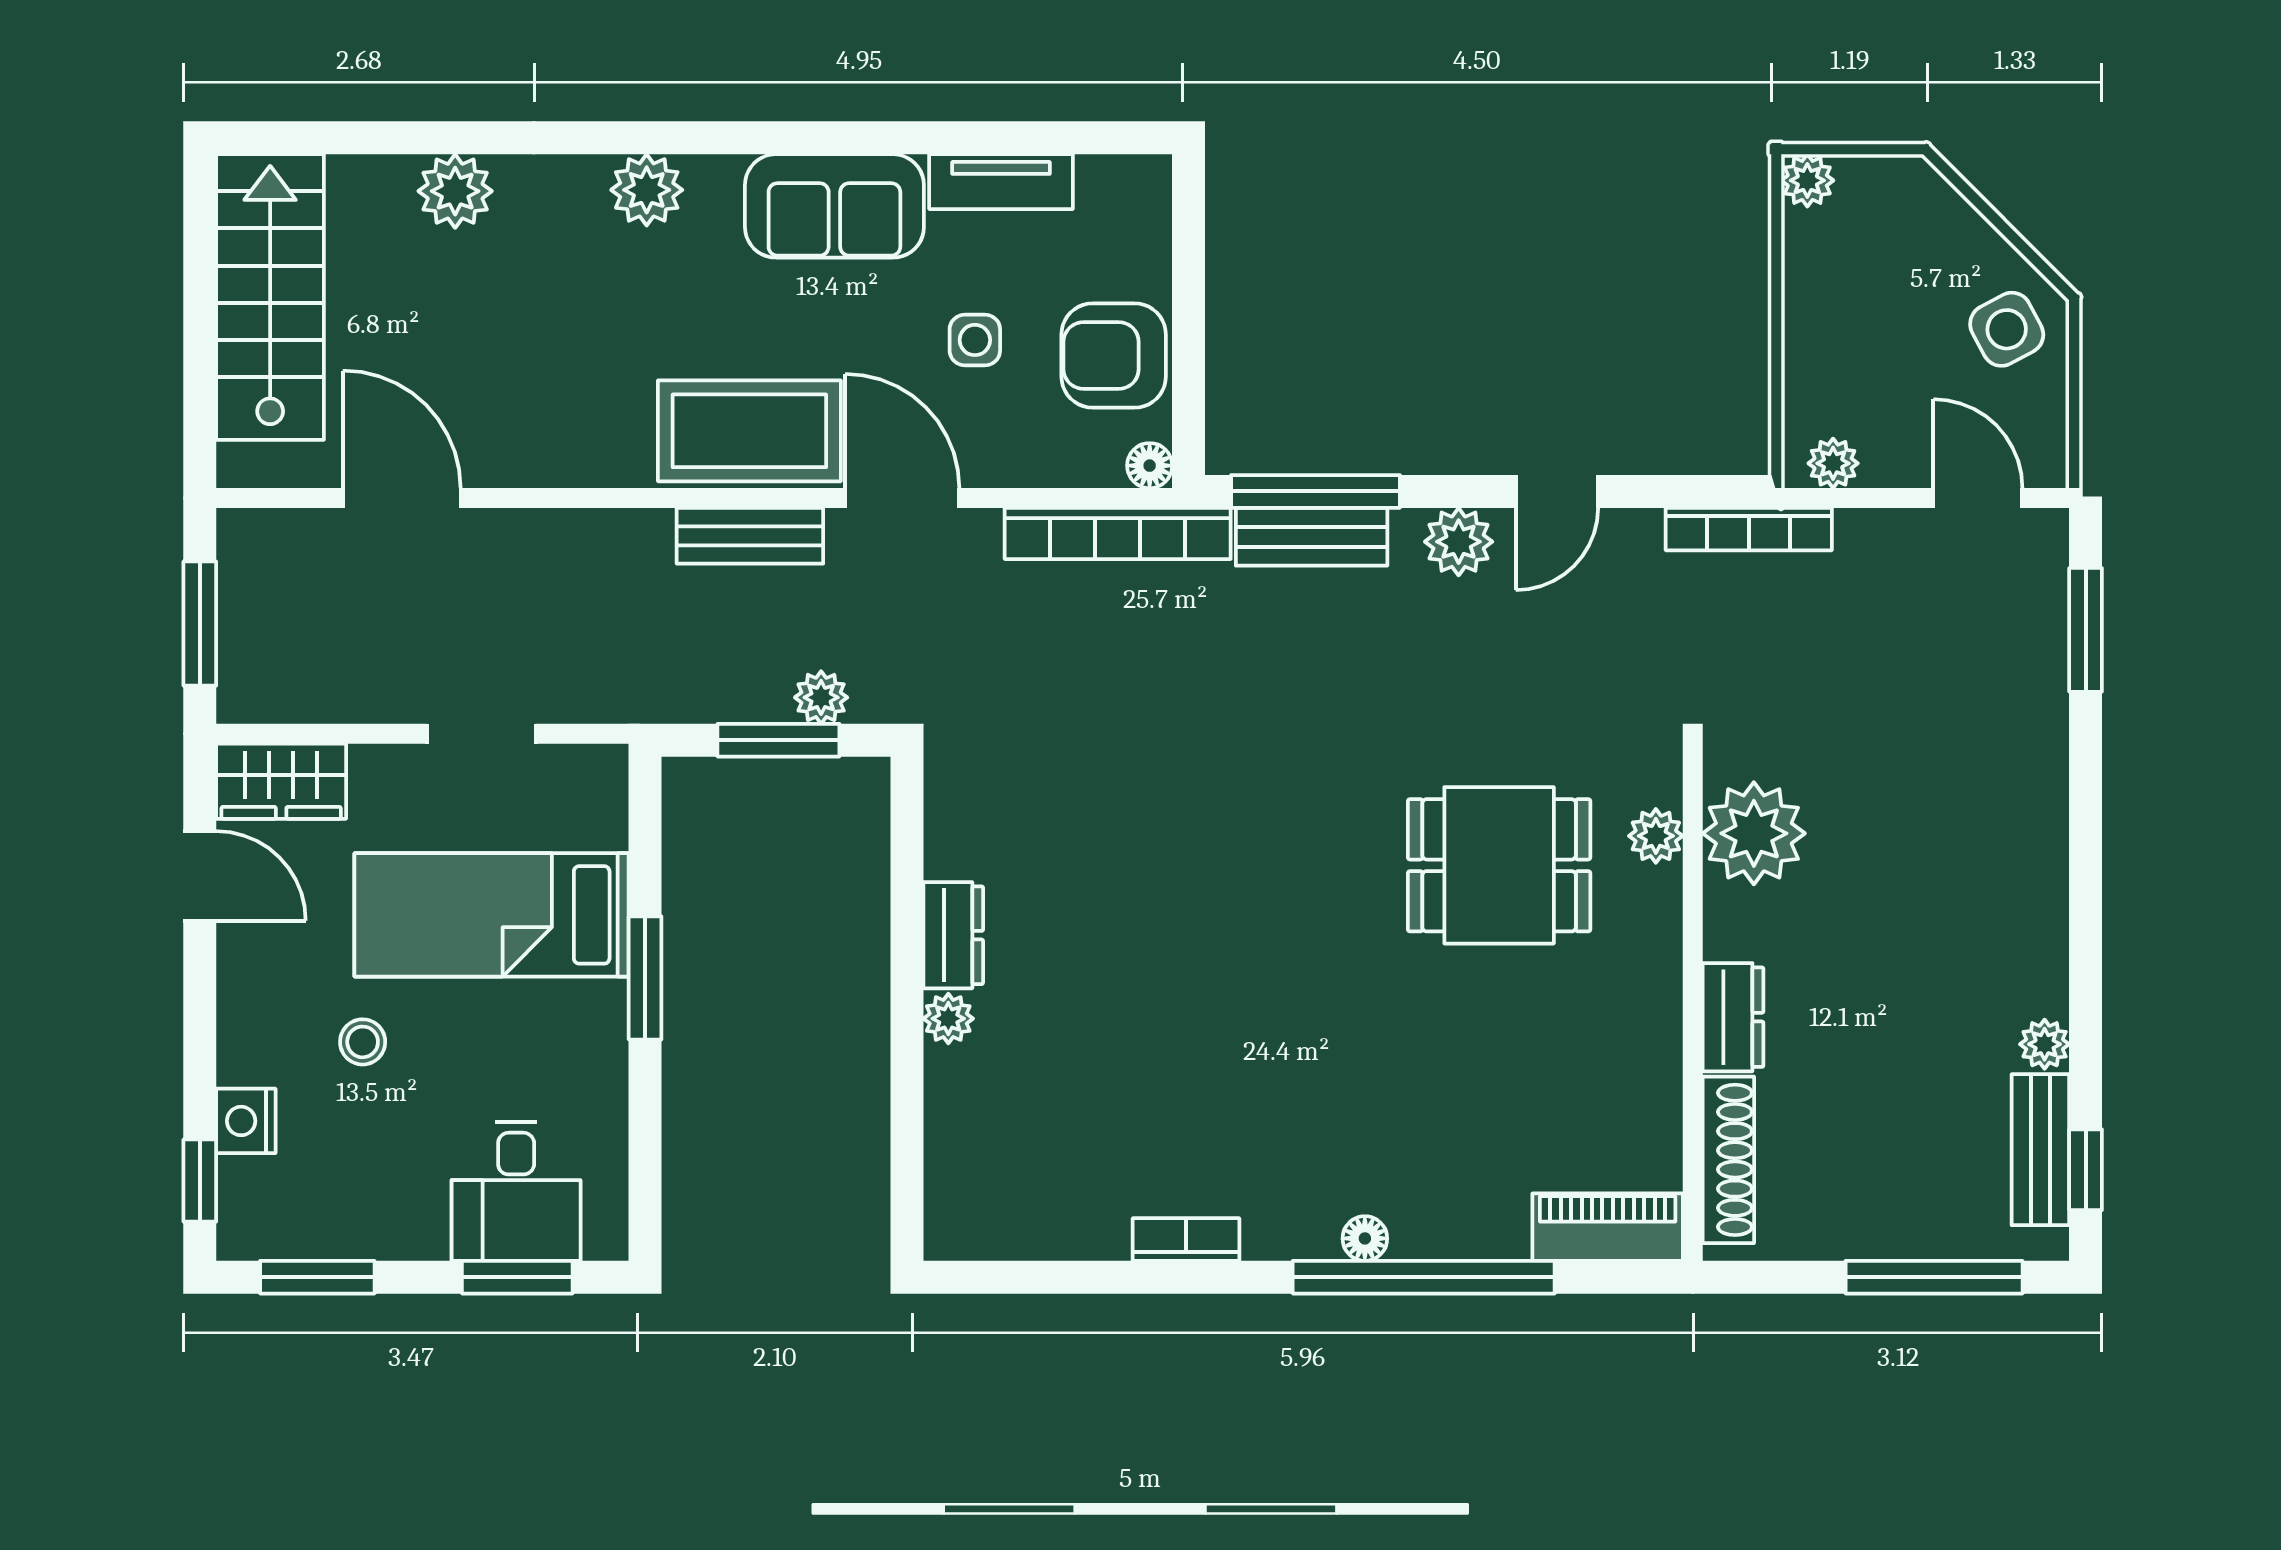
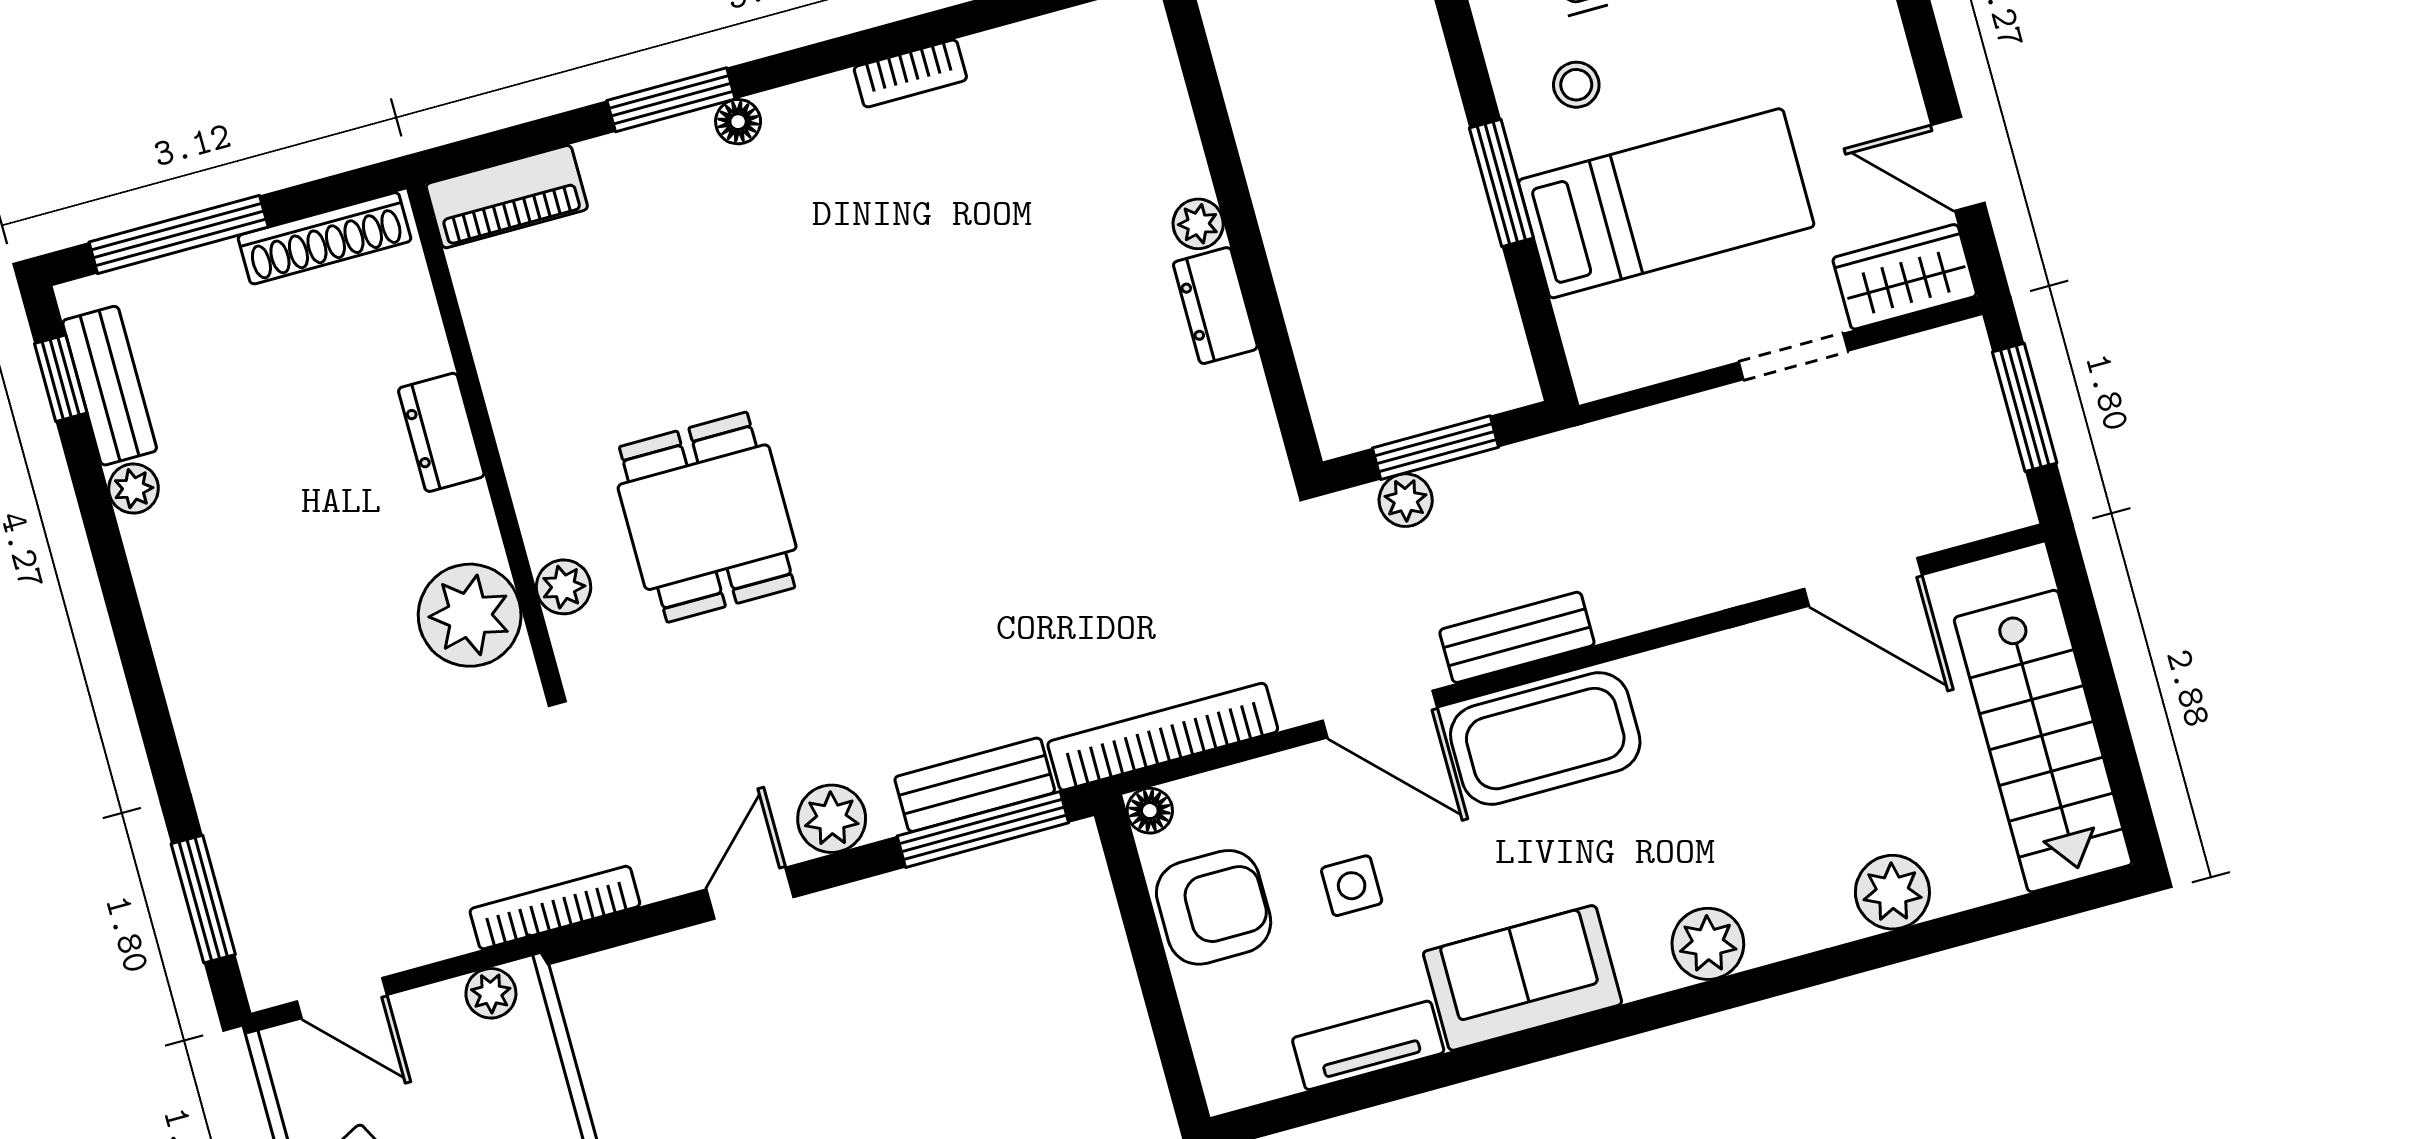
doorway: (481, 734) -> (1793, 356), moved
dining table: (1499, 865) -> (707, 517), turned 90
stool: (363, 1042) -> (1576, 85), moved
shoe rack: (1728, 1160) -> (325, 238), moved, turned -90
window: (1424, 1277) -> (671, 100), width x0.47

